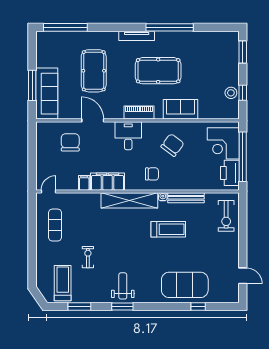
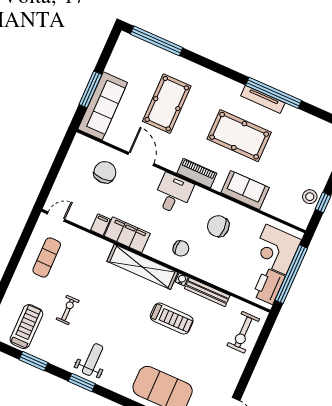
tv unit: (137, 36) -> (263, 99), moved
chair: (172, 145) -> (218, 226), turned -127

